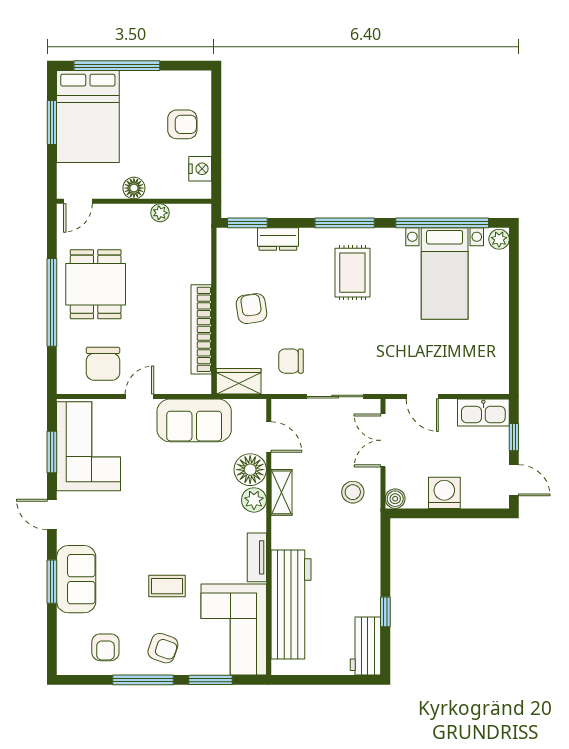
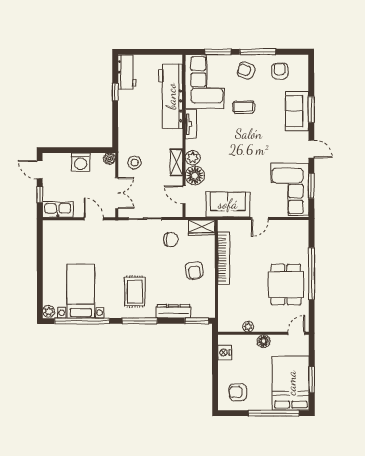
armchair: (182, 124) -> (238, 392), moved
dresser: (278, 239) -> (173, 311), width x1.44
chair: (103, 364) -> (281, 238), removed

